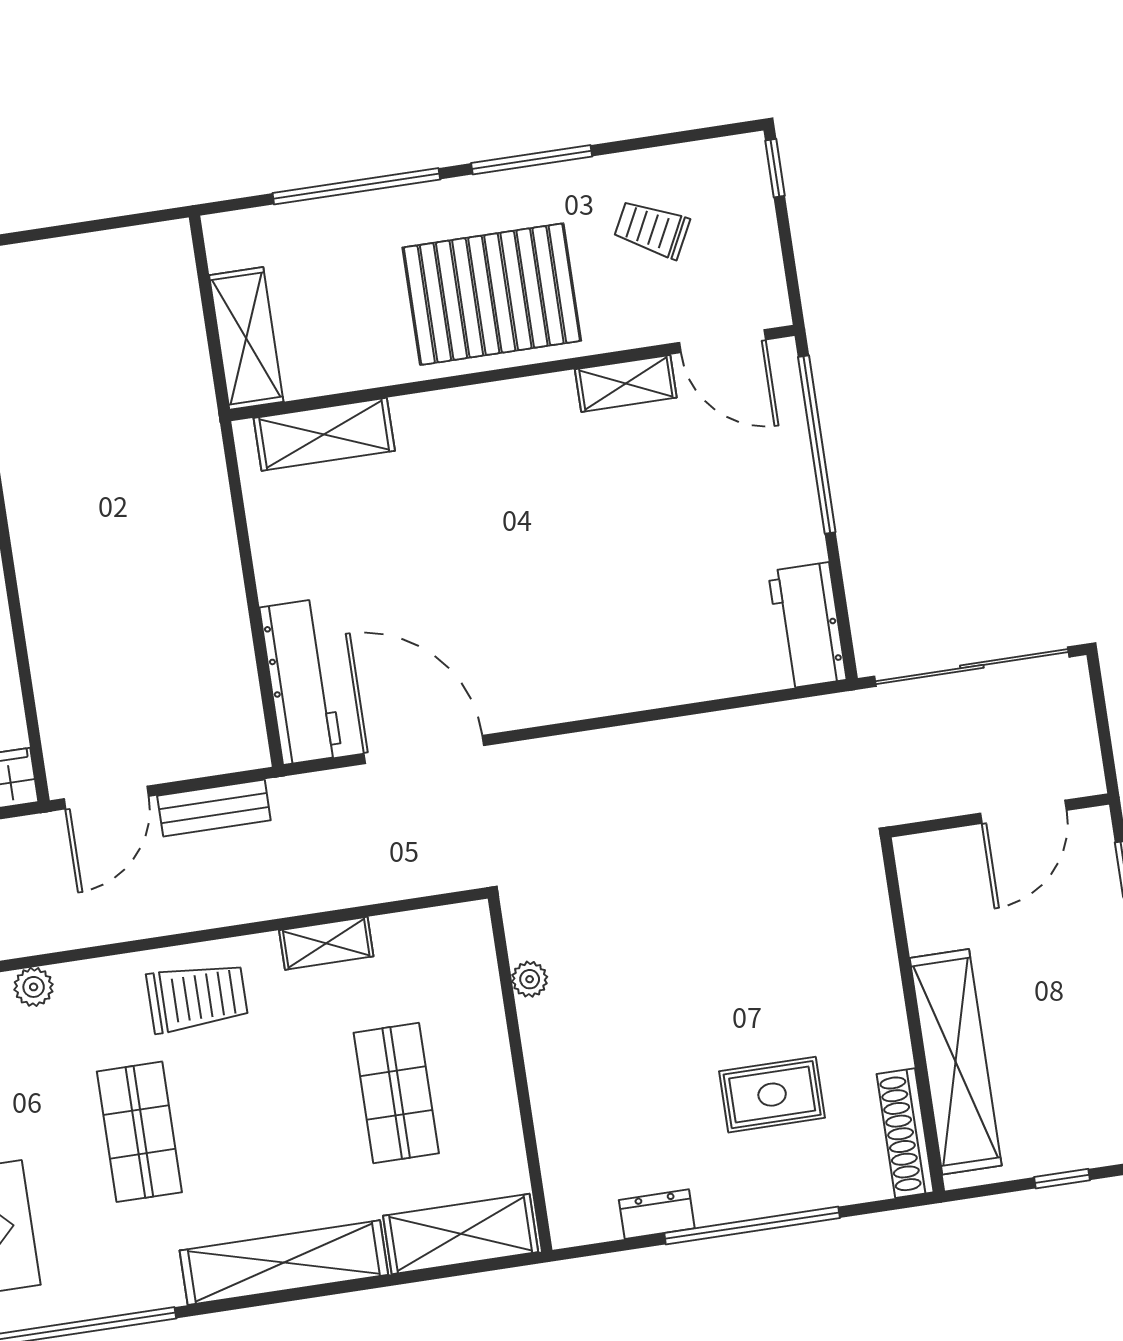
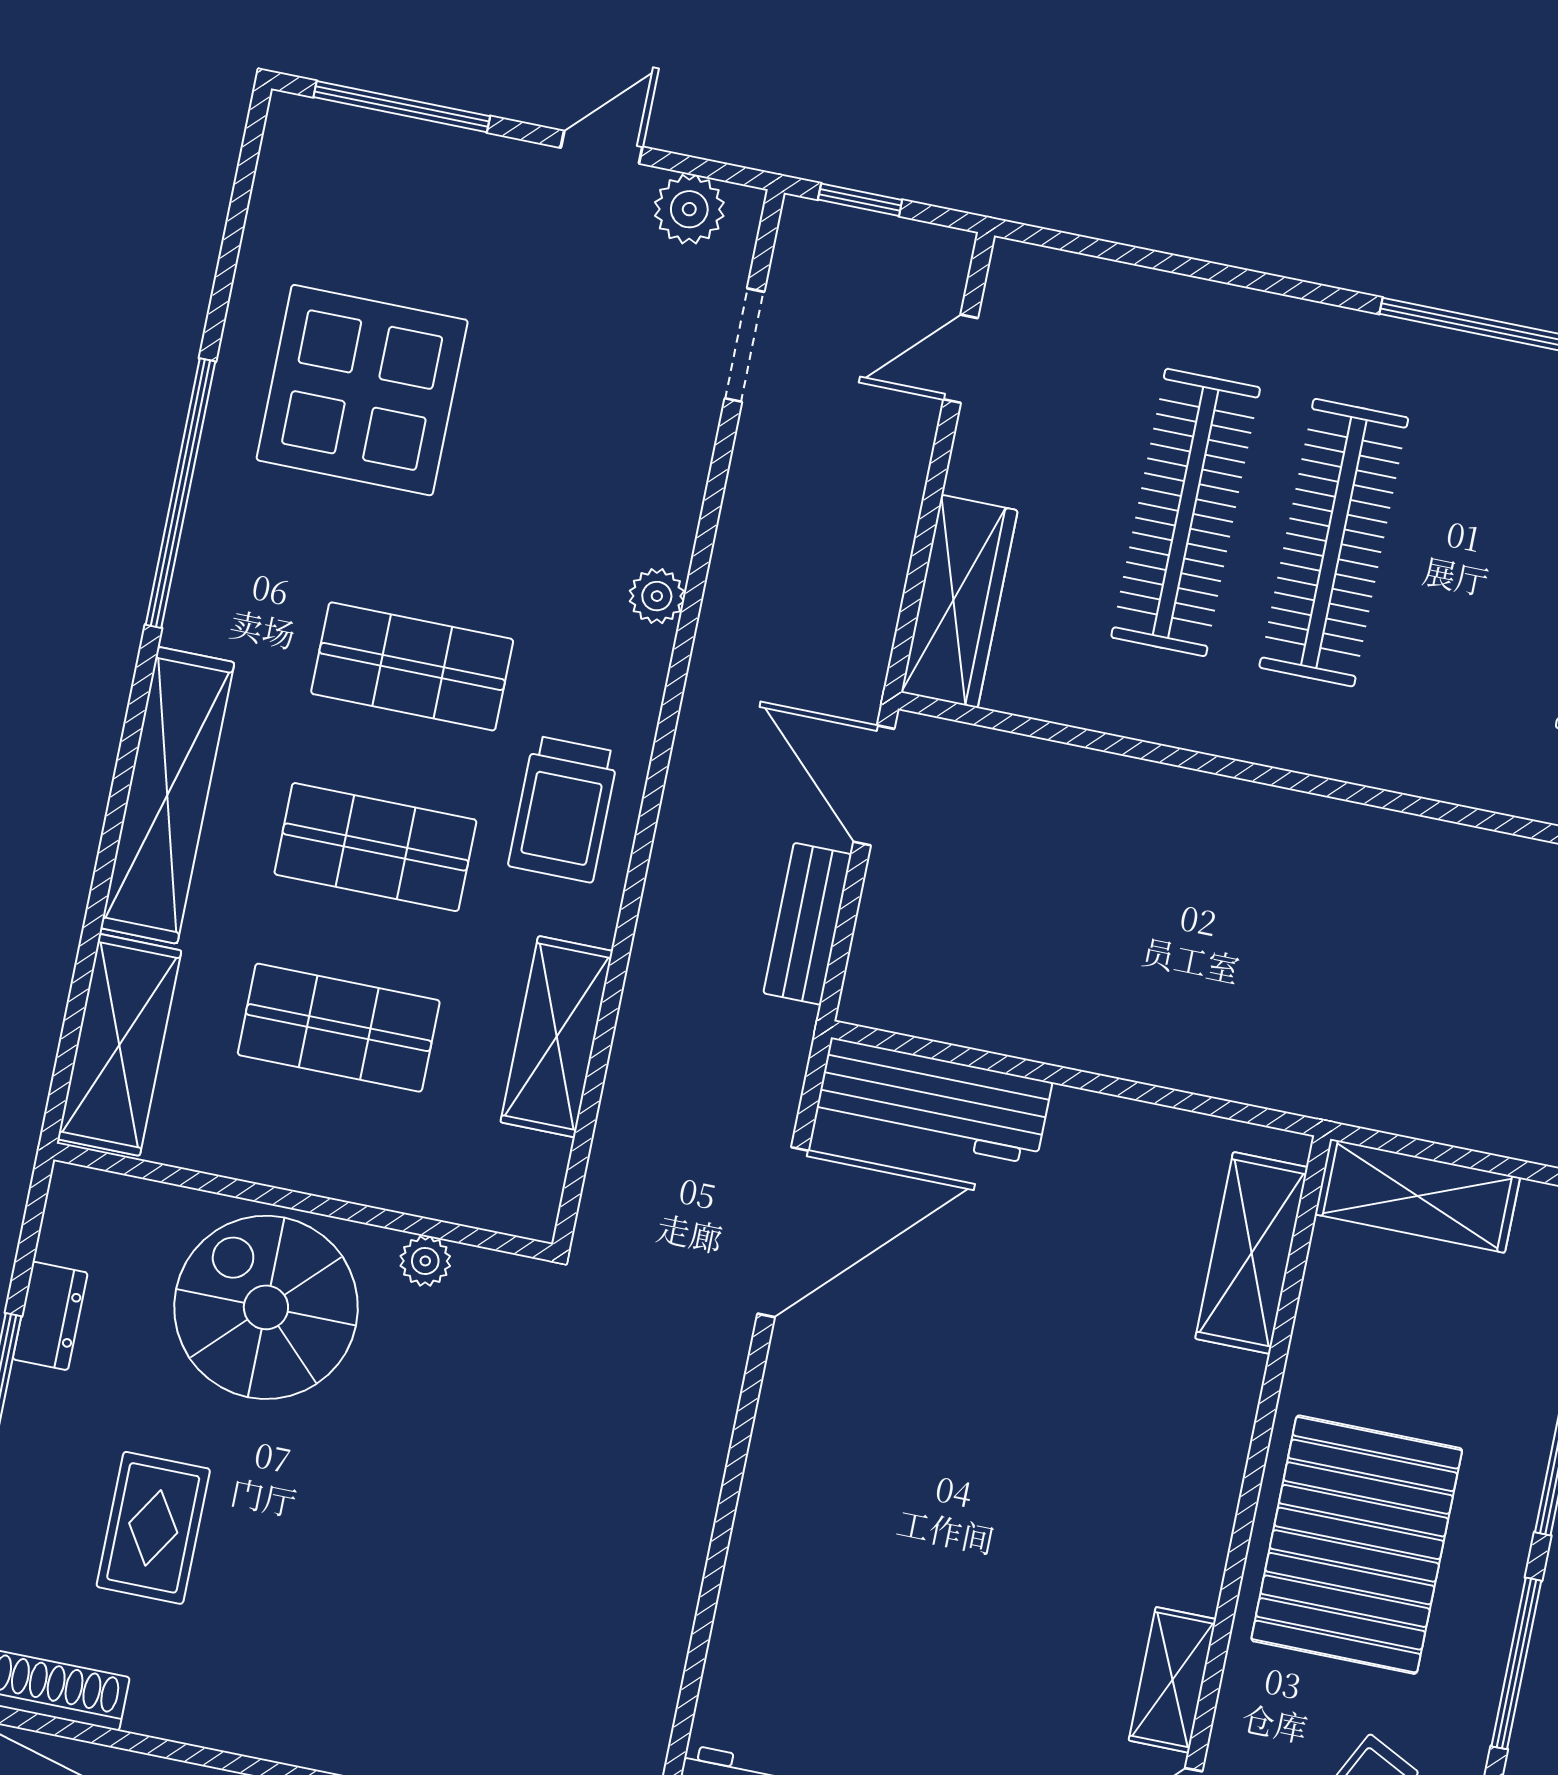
shelving: (326, 943) -> (557, 1037), width x1.50, depth x1.33
spiral stairs: (599, 1073) -> (266, 1307), added
shop shelf: (268, 1112) -> (375, 847), added

